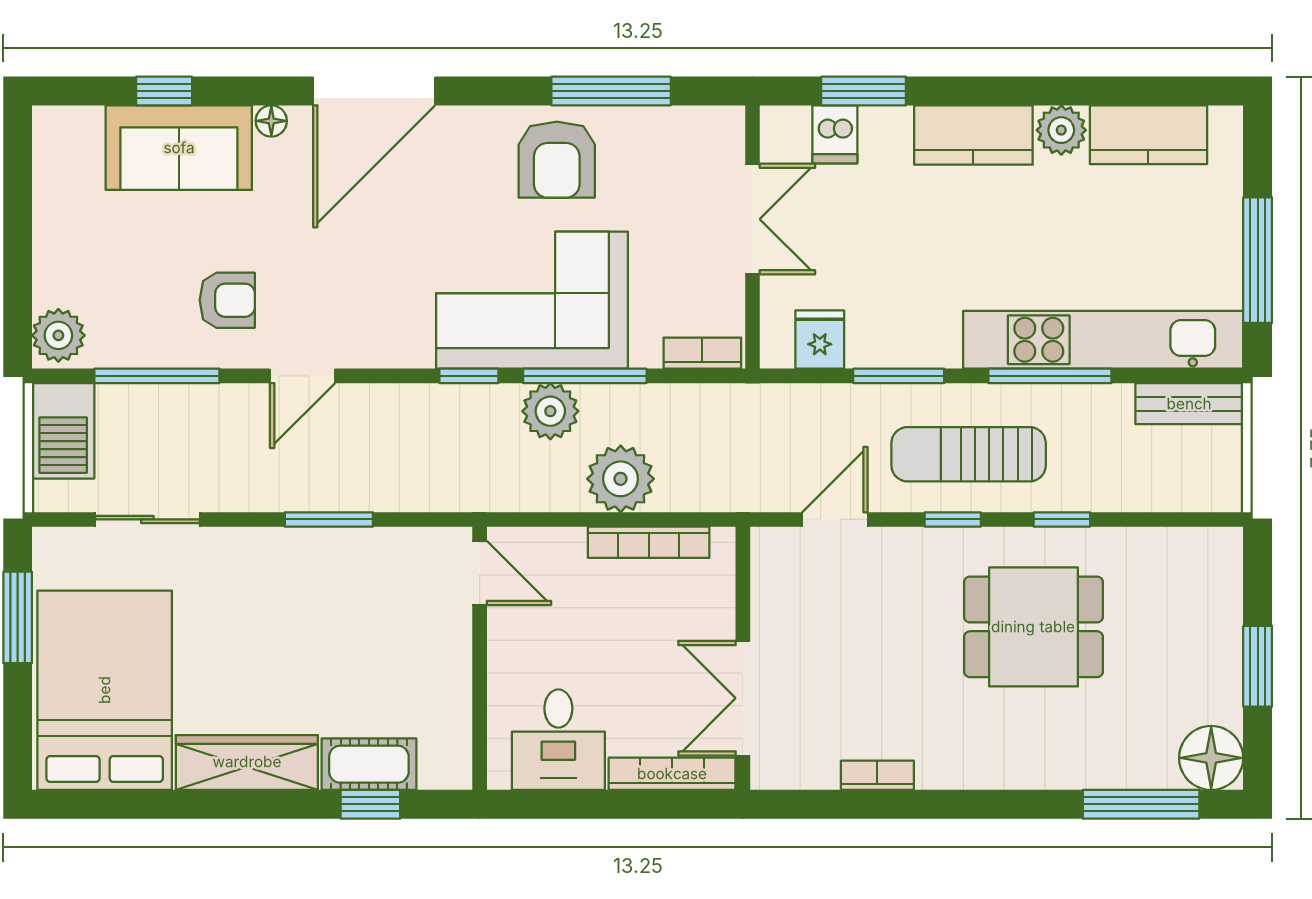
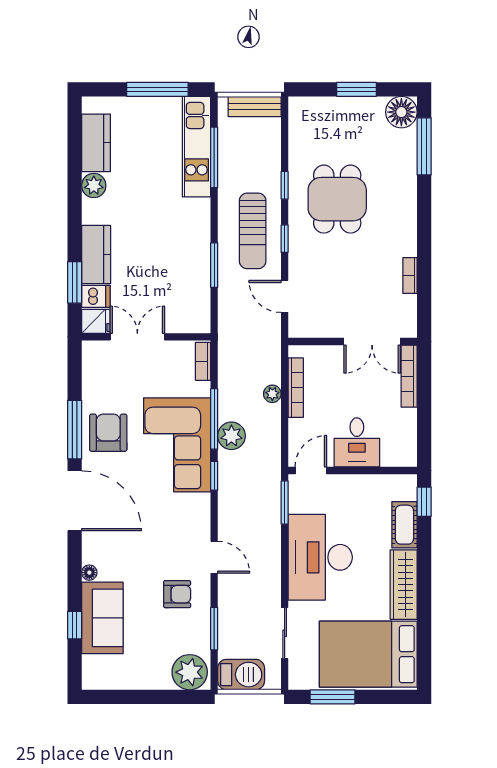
door: (374, 91) -> (75, 501), moved
window: (611, 91) -> (75, 430), moved
kitchen counter: (973, 135) -> (96, 254), moved
armchair: (557, 160) -> (108, 433), turned -90
armchair: (227, 300) -> (177, 594), turned 90
plant: (58, 335) -> (190, 672), width x1.36, depth x1.36
fridge: (820, 340) -> (96, 321), moved, turned 180
kitchen unit: (1103, 340) -> (196, 147), width x0.73
window: (157, 376) -> (214, 629), width x0.69
window: (1050, 376) -> (214, 157), moved
bench: (1189, 404) -> (255, 106), moved, turned 90
plant: (621, 479) -> (272, 394), width x0.53, depth x0.53
window: (329, 519) -> (285, 502), moved
desk: (302, 592) -> (320, 557), added
desk: (558, 740) -> (357, 442), moved, turned 90
window: (370, 804) -> (424, 502), moved

